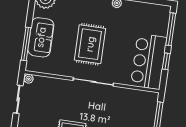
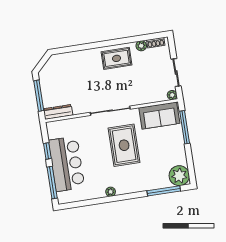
sofa: (41, 37) -> (159, 116), moved, turned -90
bar counter: (149, 62) -> (67, 164), moved
dresser: (144, 96) -> (58, 112), added

